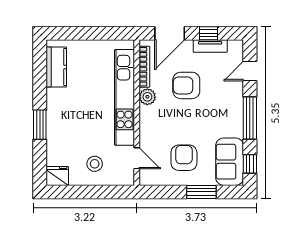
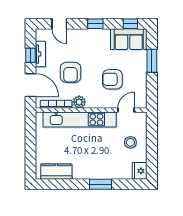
window: (250, 118) -> (95, 24), width x0.46
armchair: (184, 158) -> (112, 79), moved

